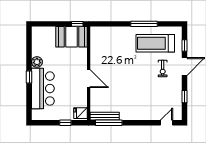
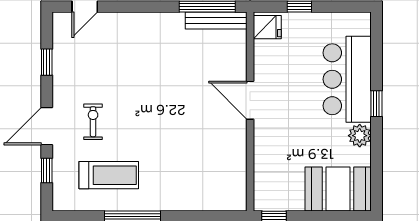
booth: (71, 37) -> (338, 189), moved
treadmill: (155, 43) -> (109, 175), width x0.73, depth x0.73

